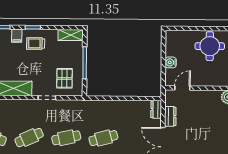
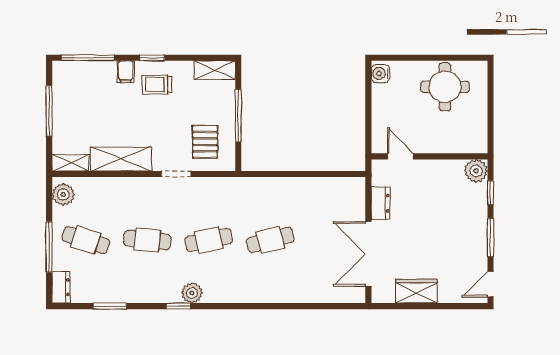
water cooler: (171, 62) -> (380, 73), moved
door: (182, 88) -> (400, 156), hinge flipped
dresser: (156, 109) -> (357, 192), removed
cafe table: (29, 138) -> (147, 240), turned 30

